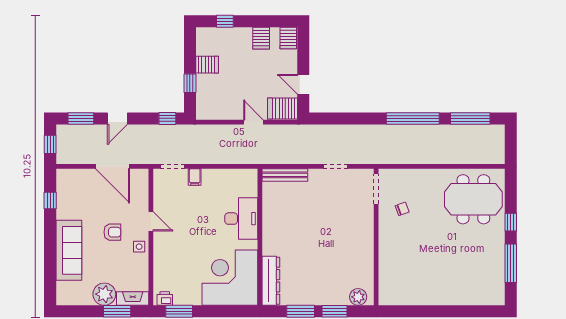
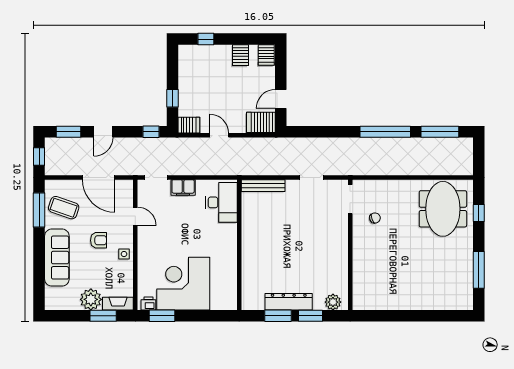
server rack: (207, 65) -> (189, 125), moved
door: (303, 84) -> (281, 99), hinge flipped
door: (253, 122) -> (219, 135), moved
filing cabinet: (195, 177) -> (183, 188), width x2.00
coffee table: (76, 198) -> (64, 208), added
meeting table: (473, 199) -> (443, 209), turned 90
window: (50, 200) -> (39, 210), width x2.17
desk: (241, 219) -> (221, 202), moved
door: (151, 221) -> (135, 216), moved
window: (511, 222) -> (479, 213), moved
corner desk: (230, 278) -> (183, 284), moved
dresser: (271, 281) -> (289, 302), moved, turned -90

